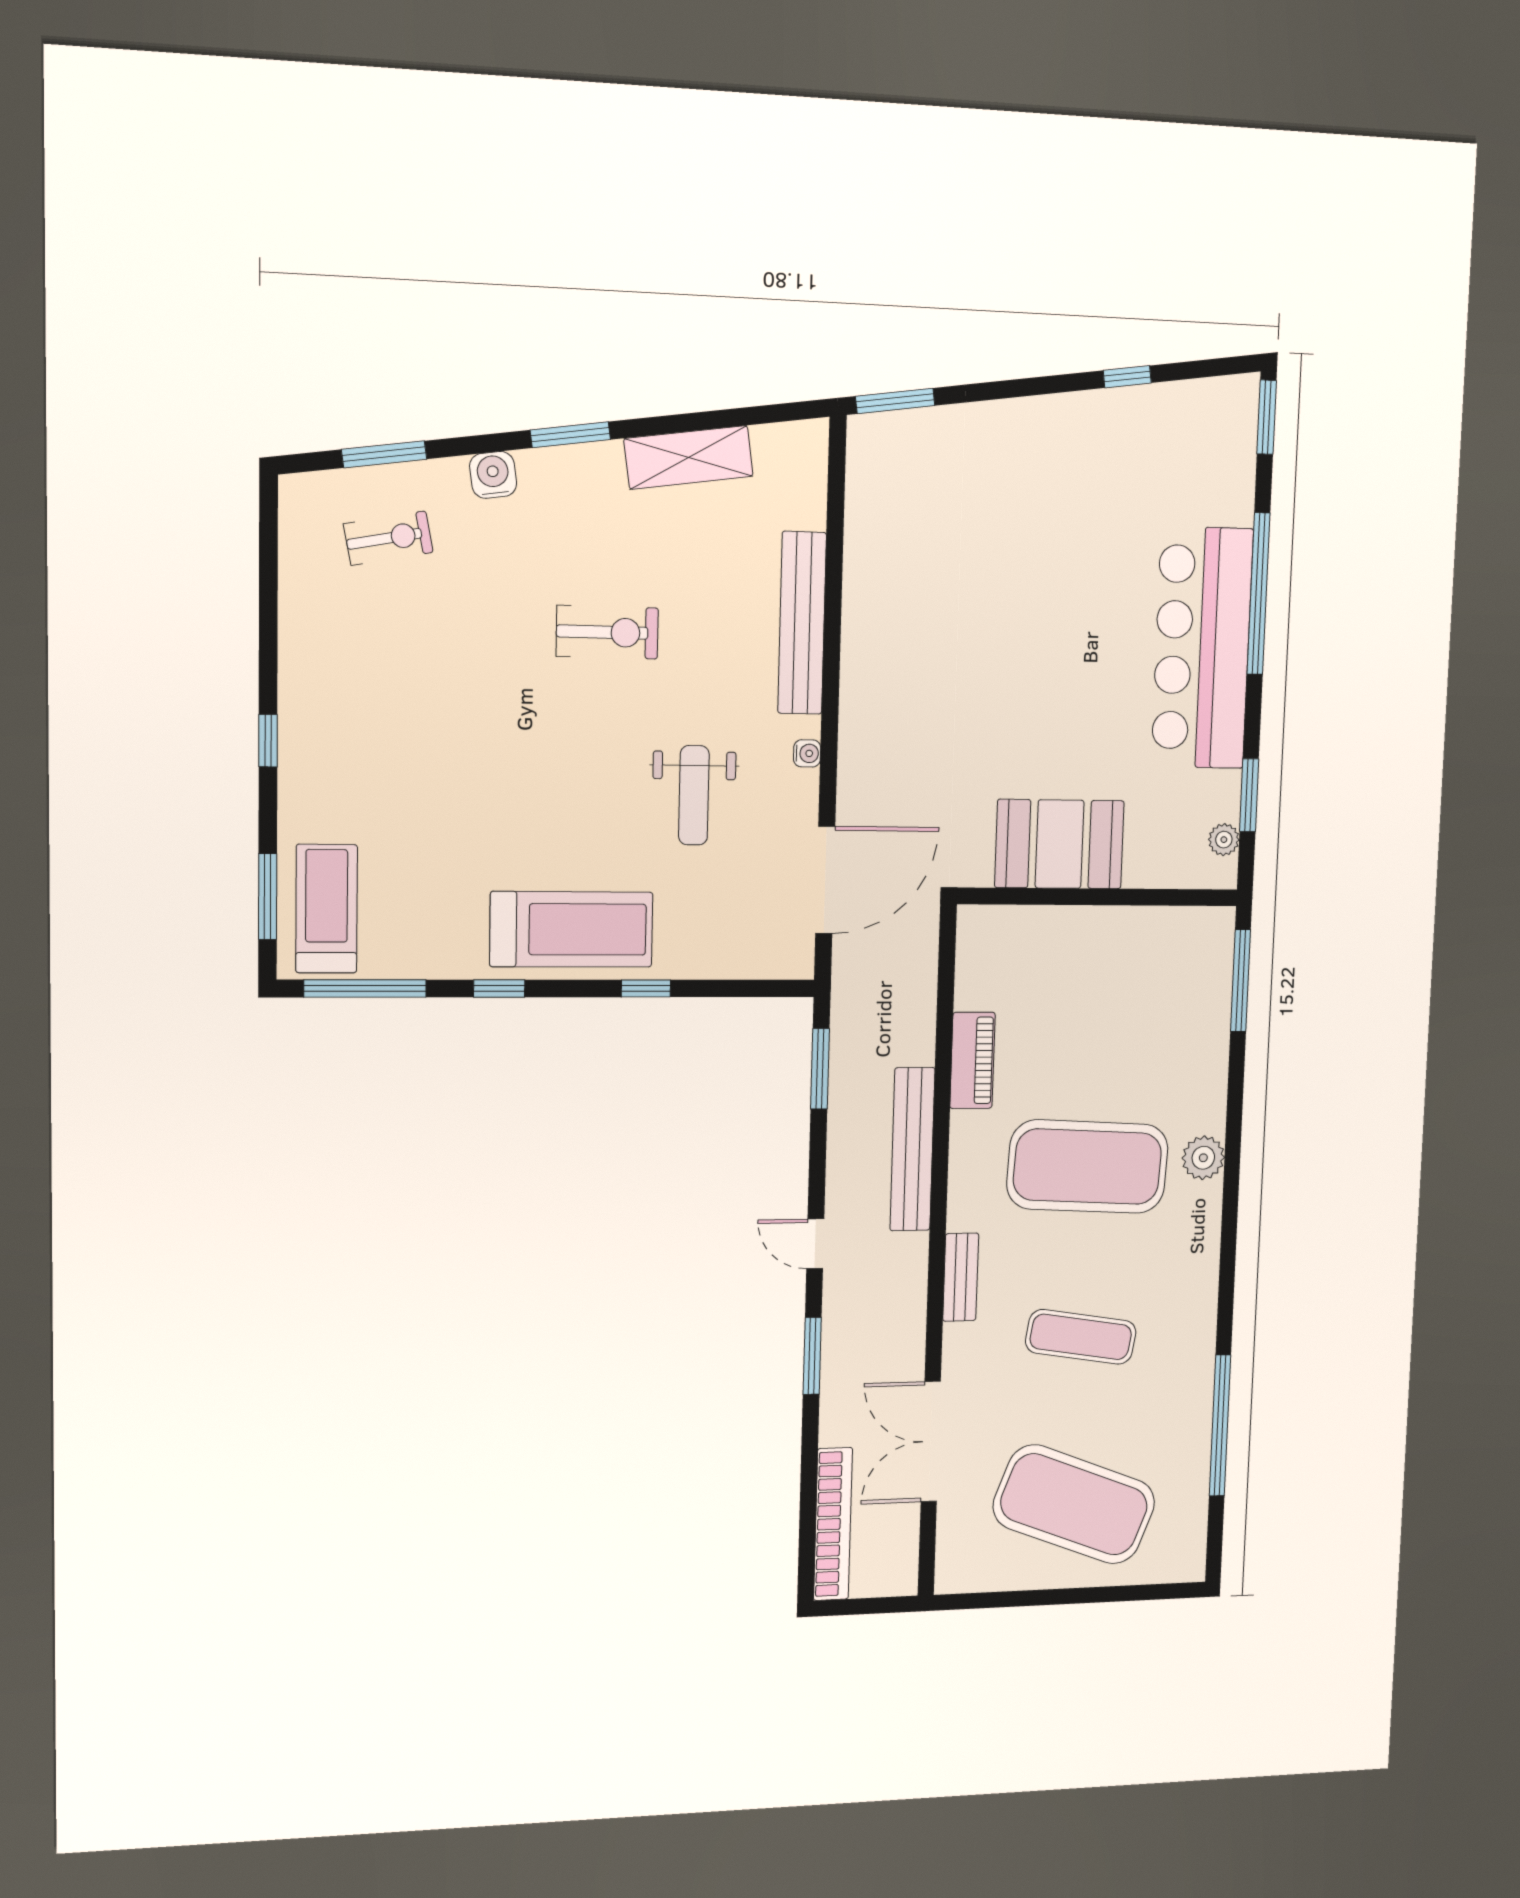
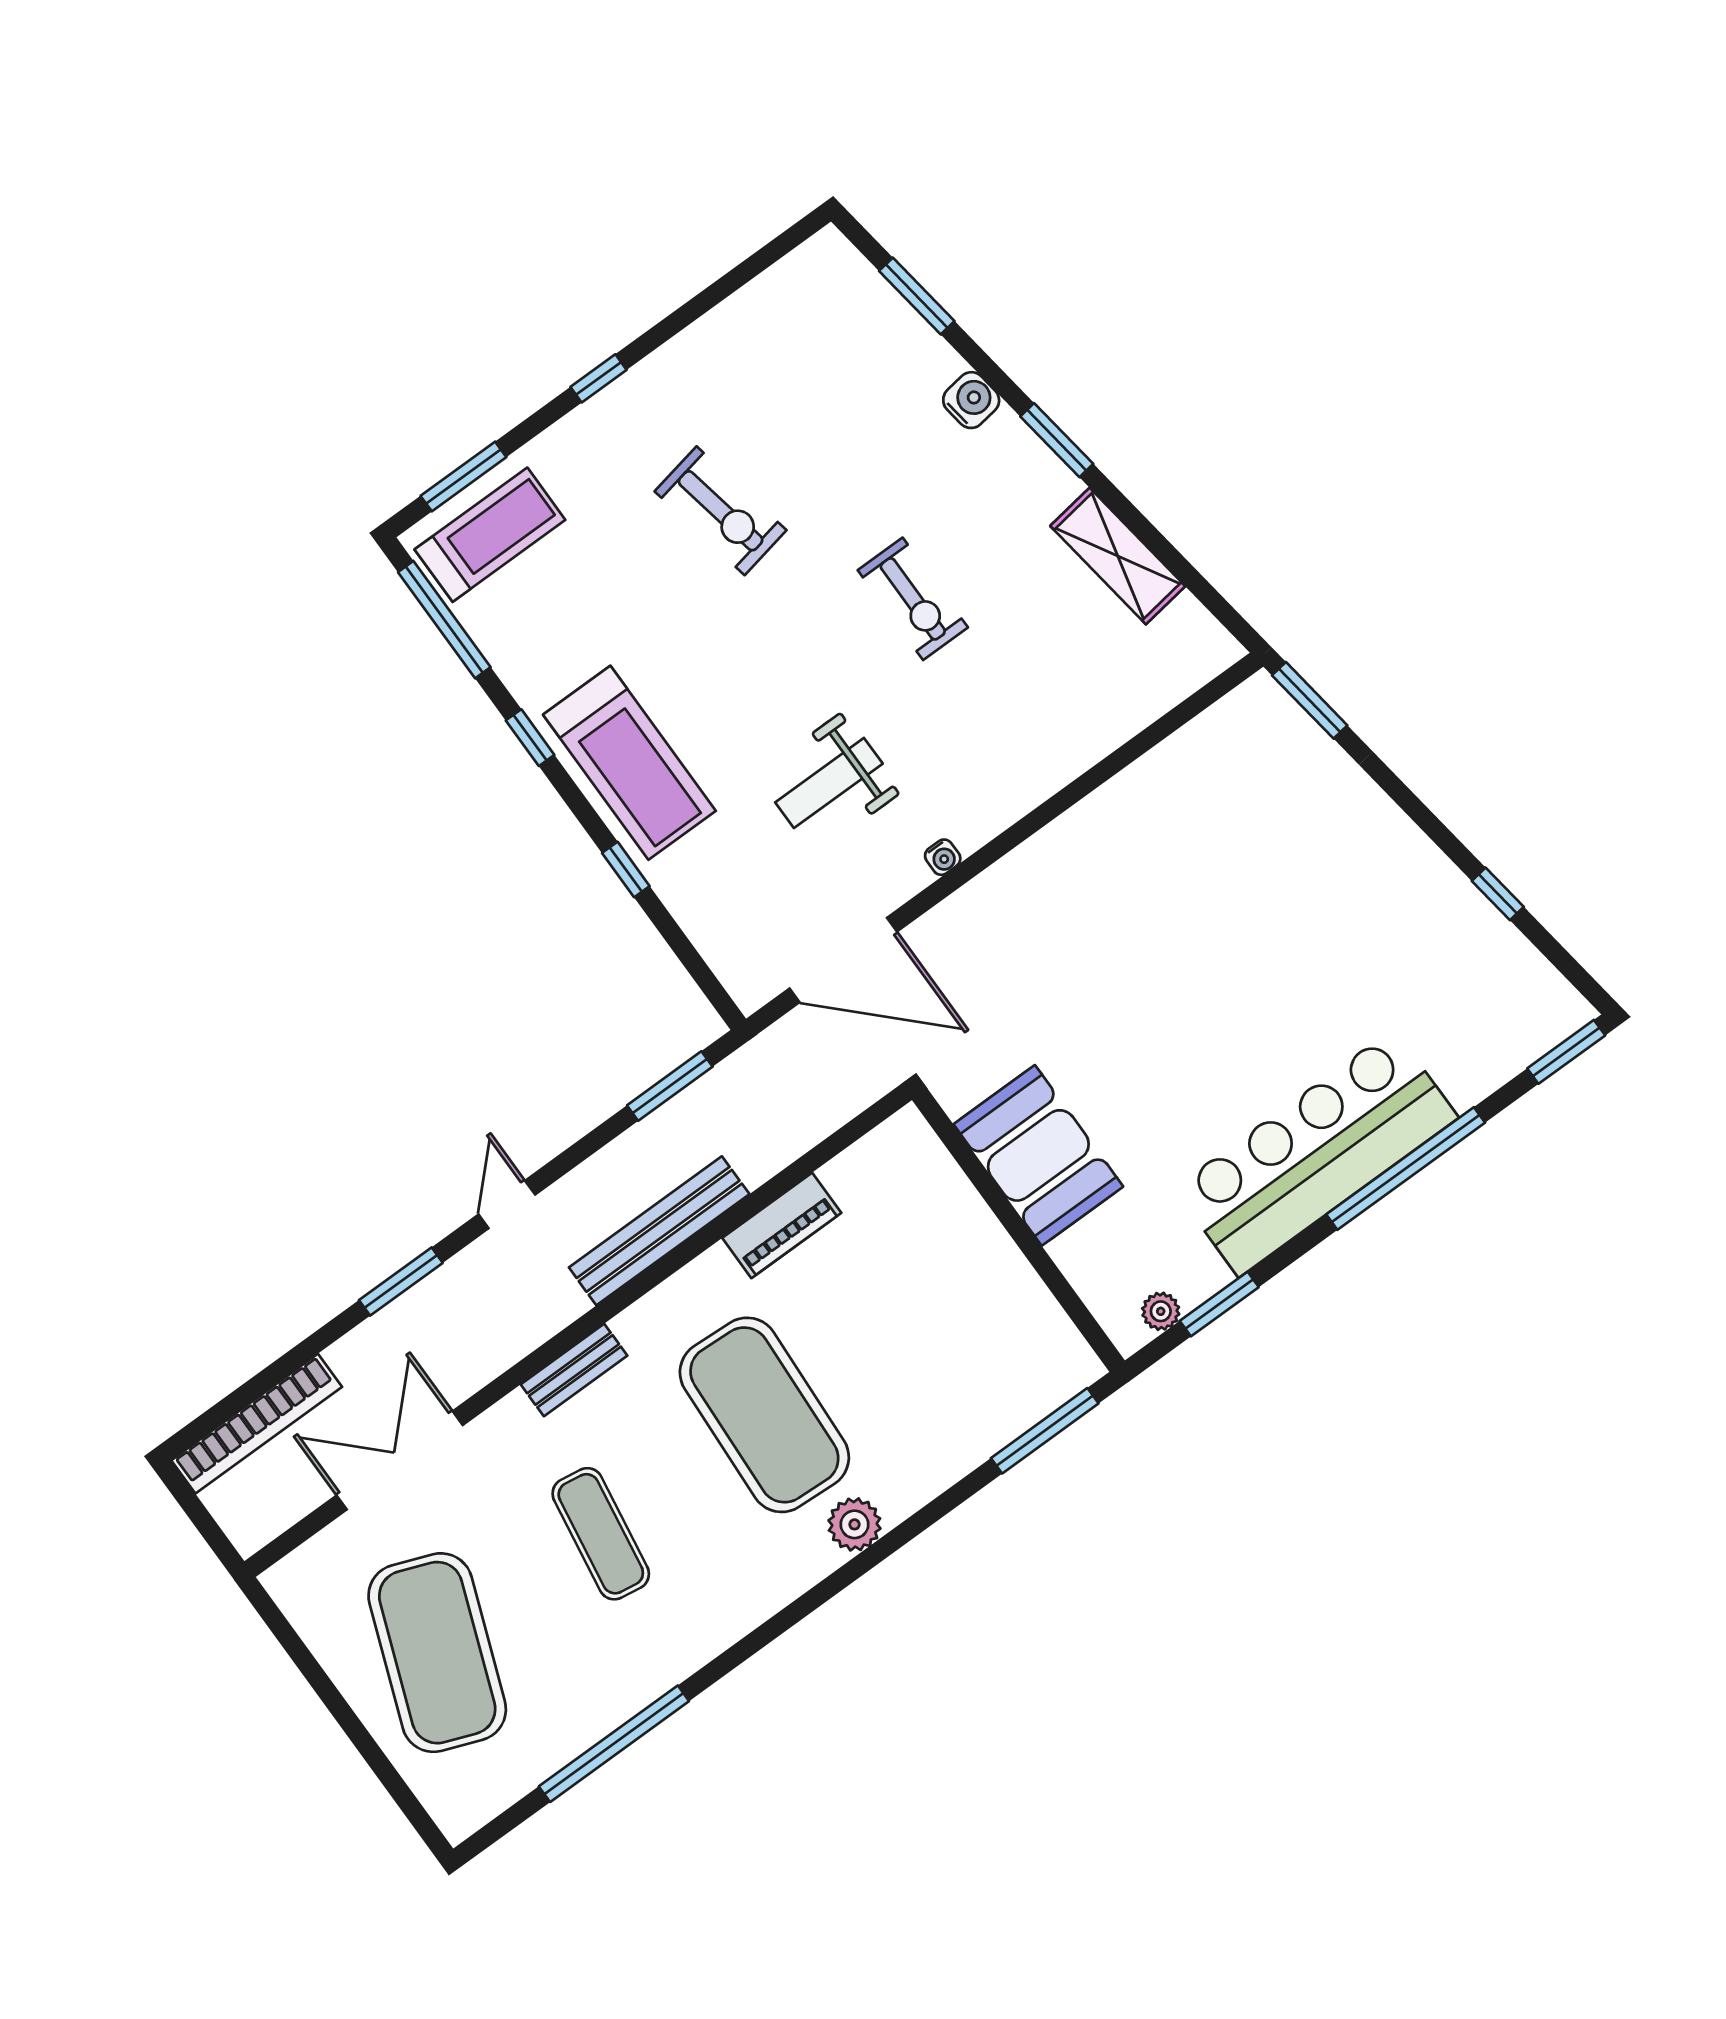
exercise bike: (388, 538) -> (721, 511), moved, width x1.38, depth x1.39
bench: (802, 623) -> (1053, 765), removed

